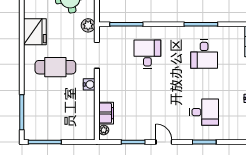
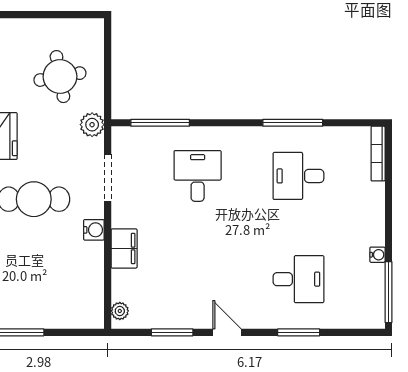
desk: (204, 54) -> (298, 176), turned 90
filing cabinet: (106, 113) -> (124, 248), moved

